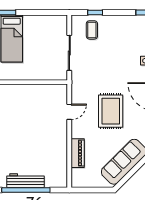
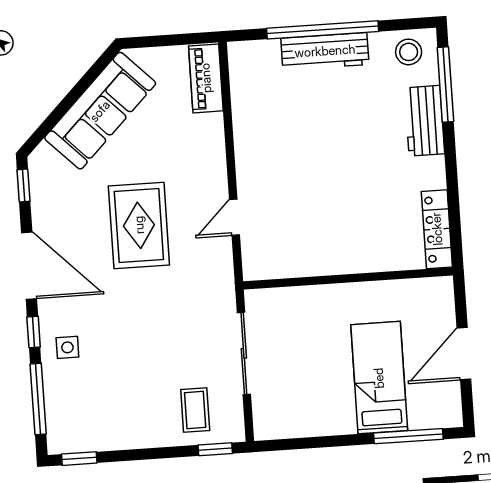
window: (95, 12) -> (215, 449), moved
piano: (78, 153) -> (206, 78), moved

